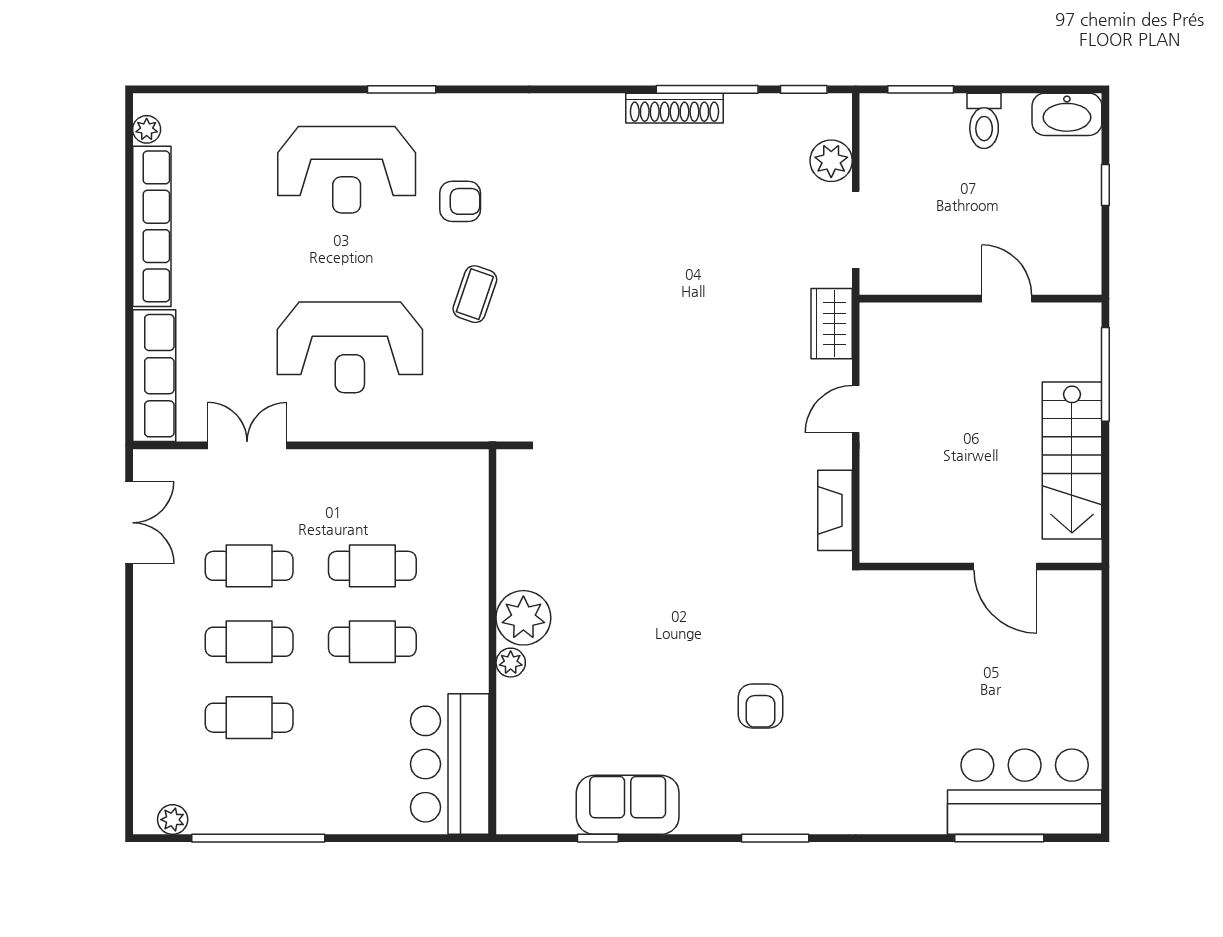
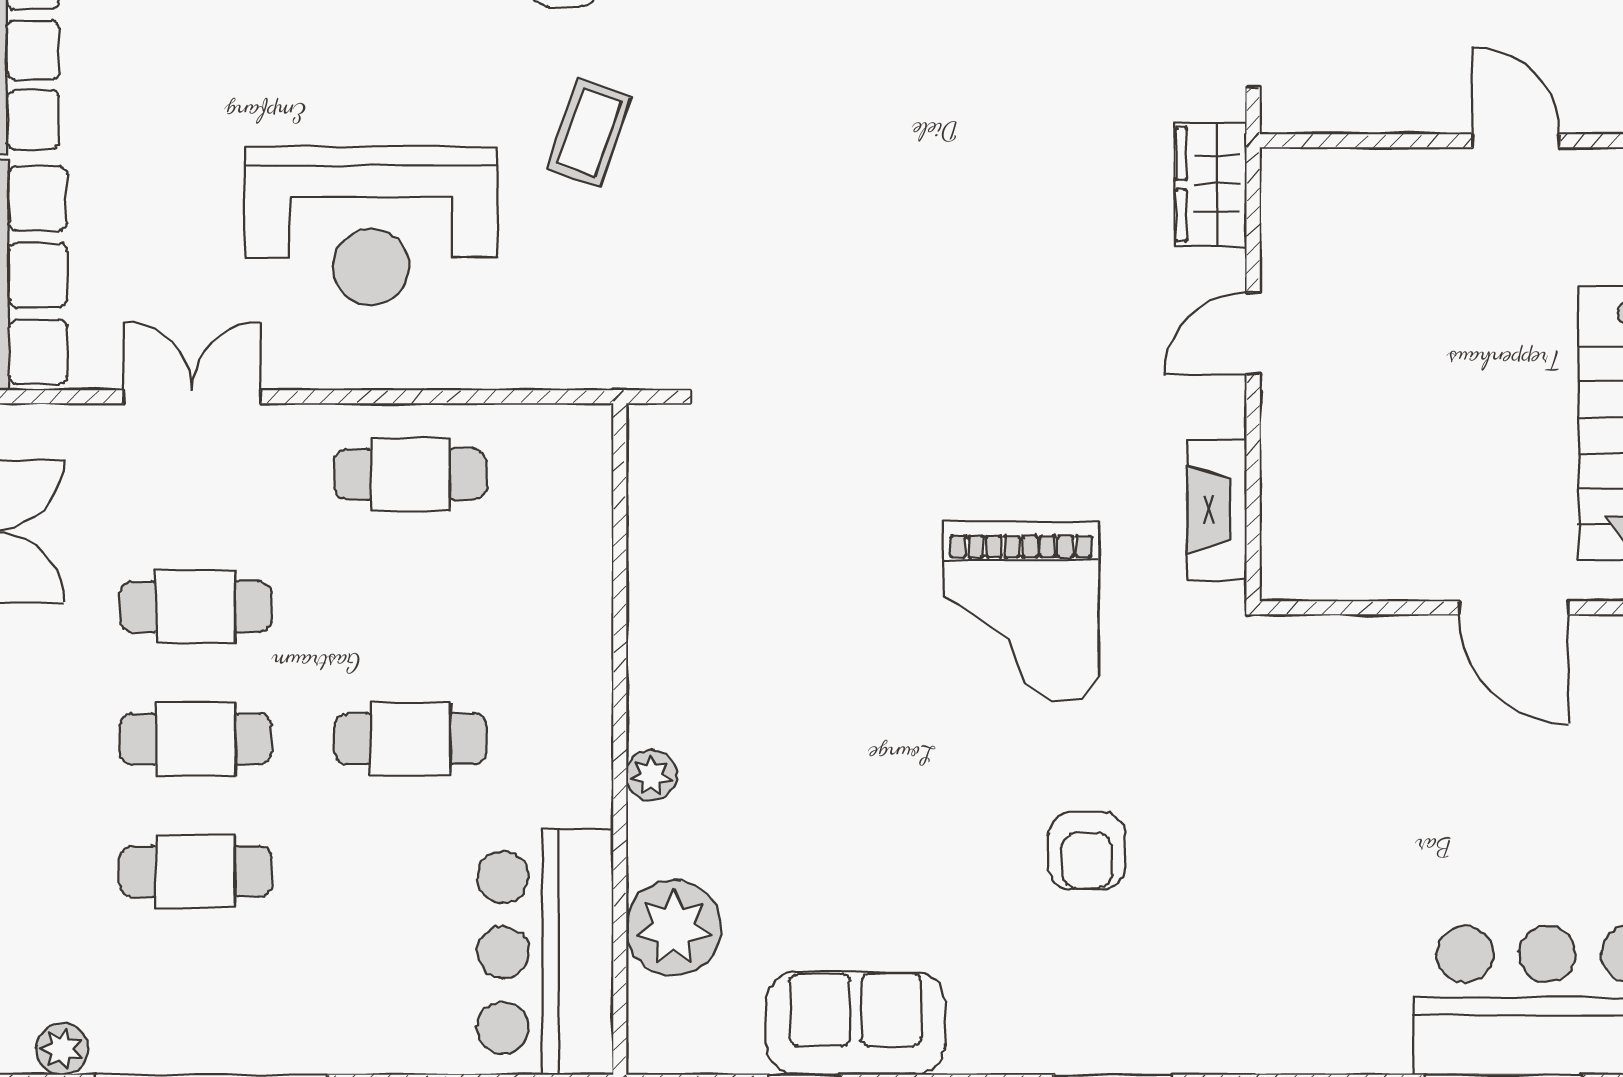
cafe table: (372, 566) -> (410, 474), moved
grand piano: (723, 568) -> (1021, 611), added
plant: (523, 618) -> (674, 928), moved

